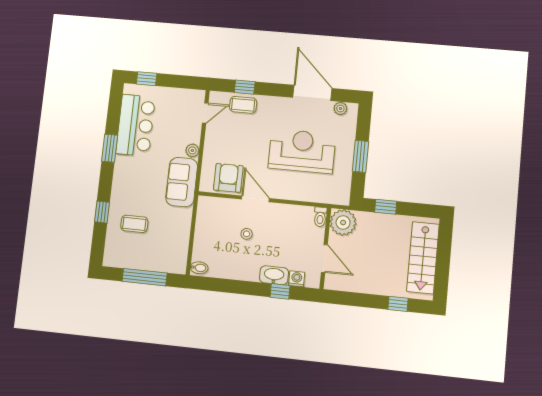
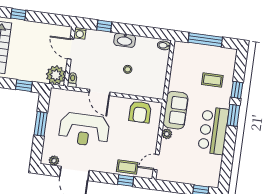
bar counter: (135, 125) -> (213, 131), moved
window: (110, 148) -> (233, 115), moved
door: (255, 199) -> (99, 92), moved
washbasin: (274, 275) -> (125, 40), moved
washing machine: (297, 279) -> (80, 33), moved

